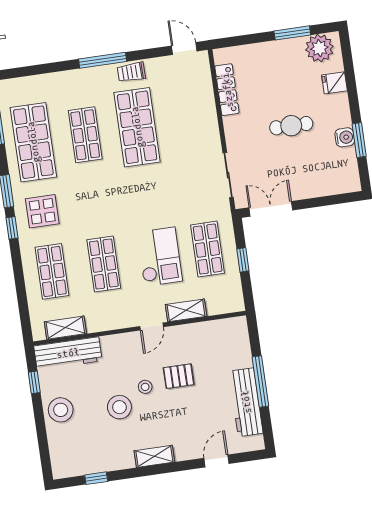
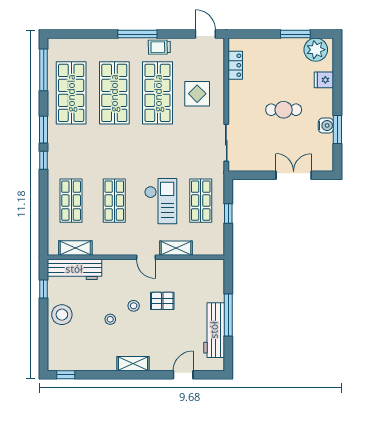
locker: (227, 90) -> (235, 65), width x0.66
shop shelf: (85, 135) -> (114, 93), width x1.43, depth x1.36
double door: (271, 209) -> (294, 175), moved
display table: (42, 211) -> (197, 94), moved
door: (152, 327) -> (146, 257), hinge flipped
stool: (119, 407) -> (110, 319), width x0.53, depth x0.53
window: (96, 478) -> (66, 375), moved

